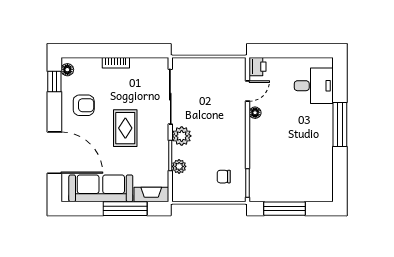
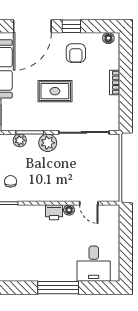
printer: (258, 67) -> (54, 212), moved
window: (54, 82) -> (71, 26), moved

